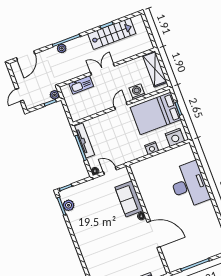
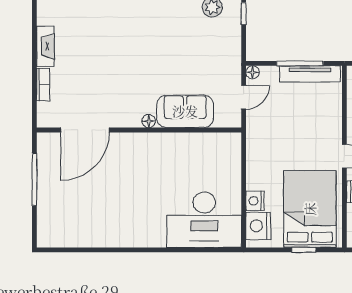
nightstand: (152, 148) -> (255, 201), moved
desk: (189, 185) -> (204, 220), moved
door: (154, 234) -> (85, 130), moved

